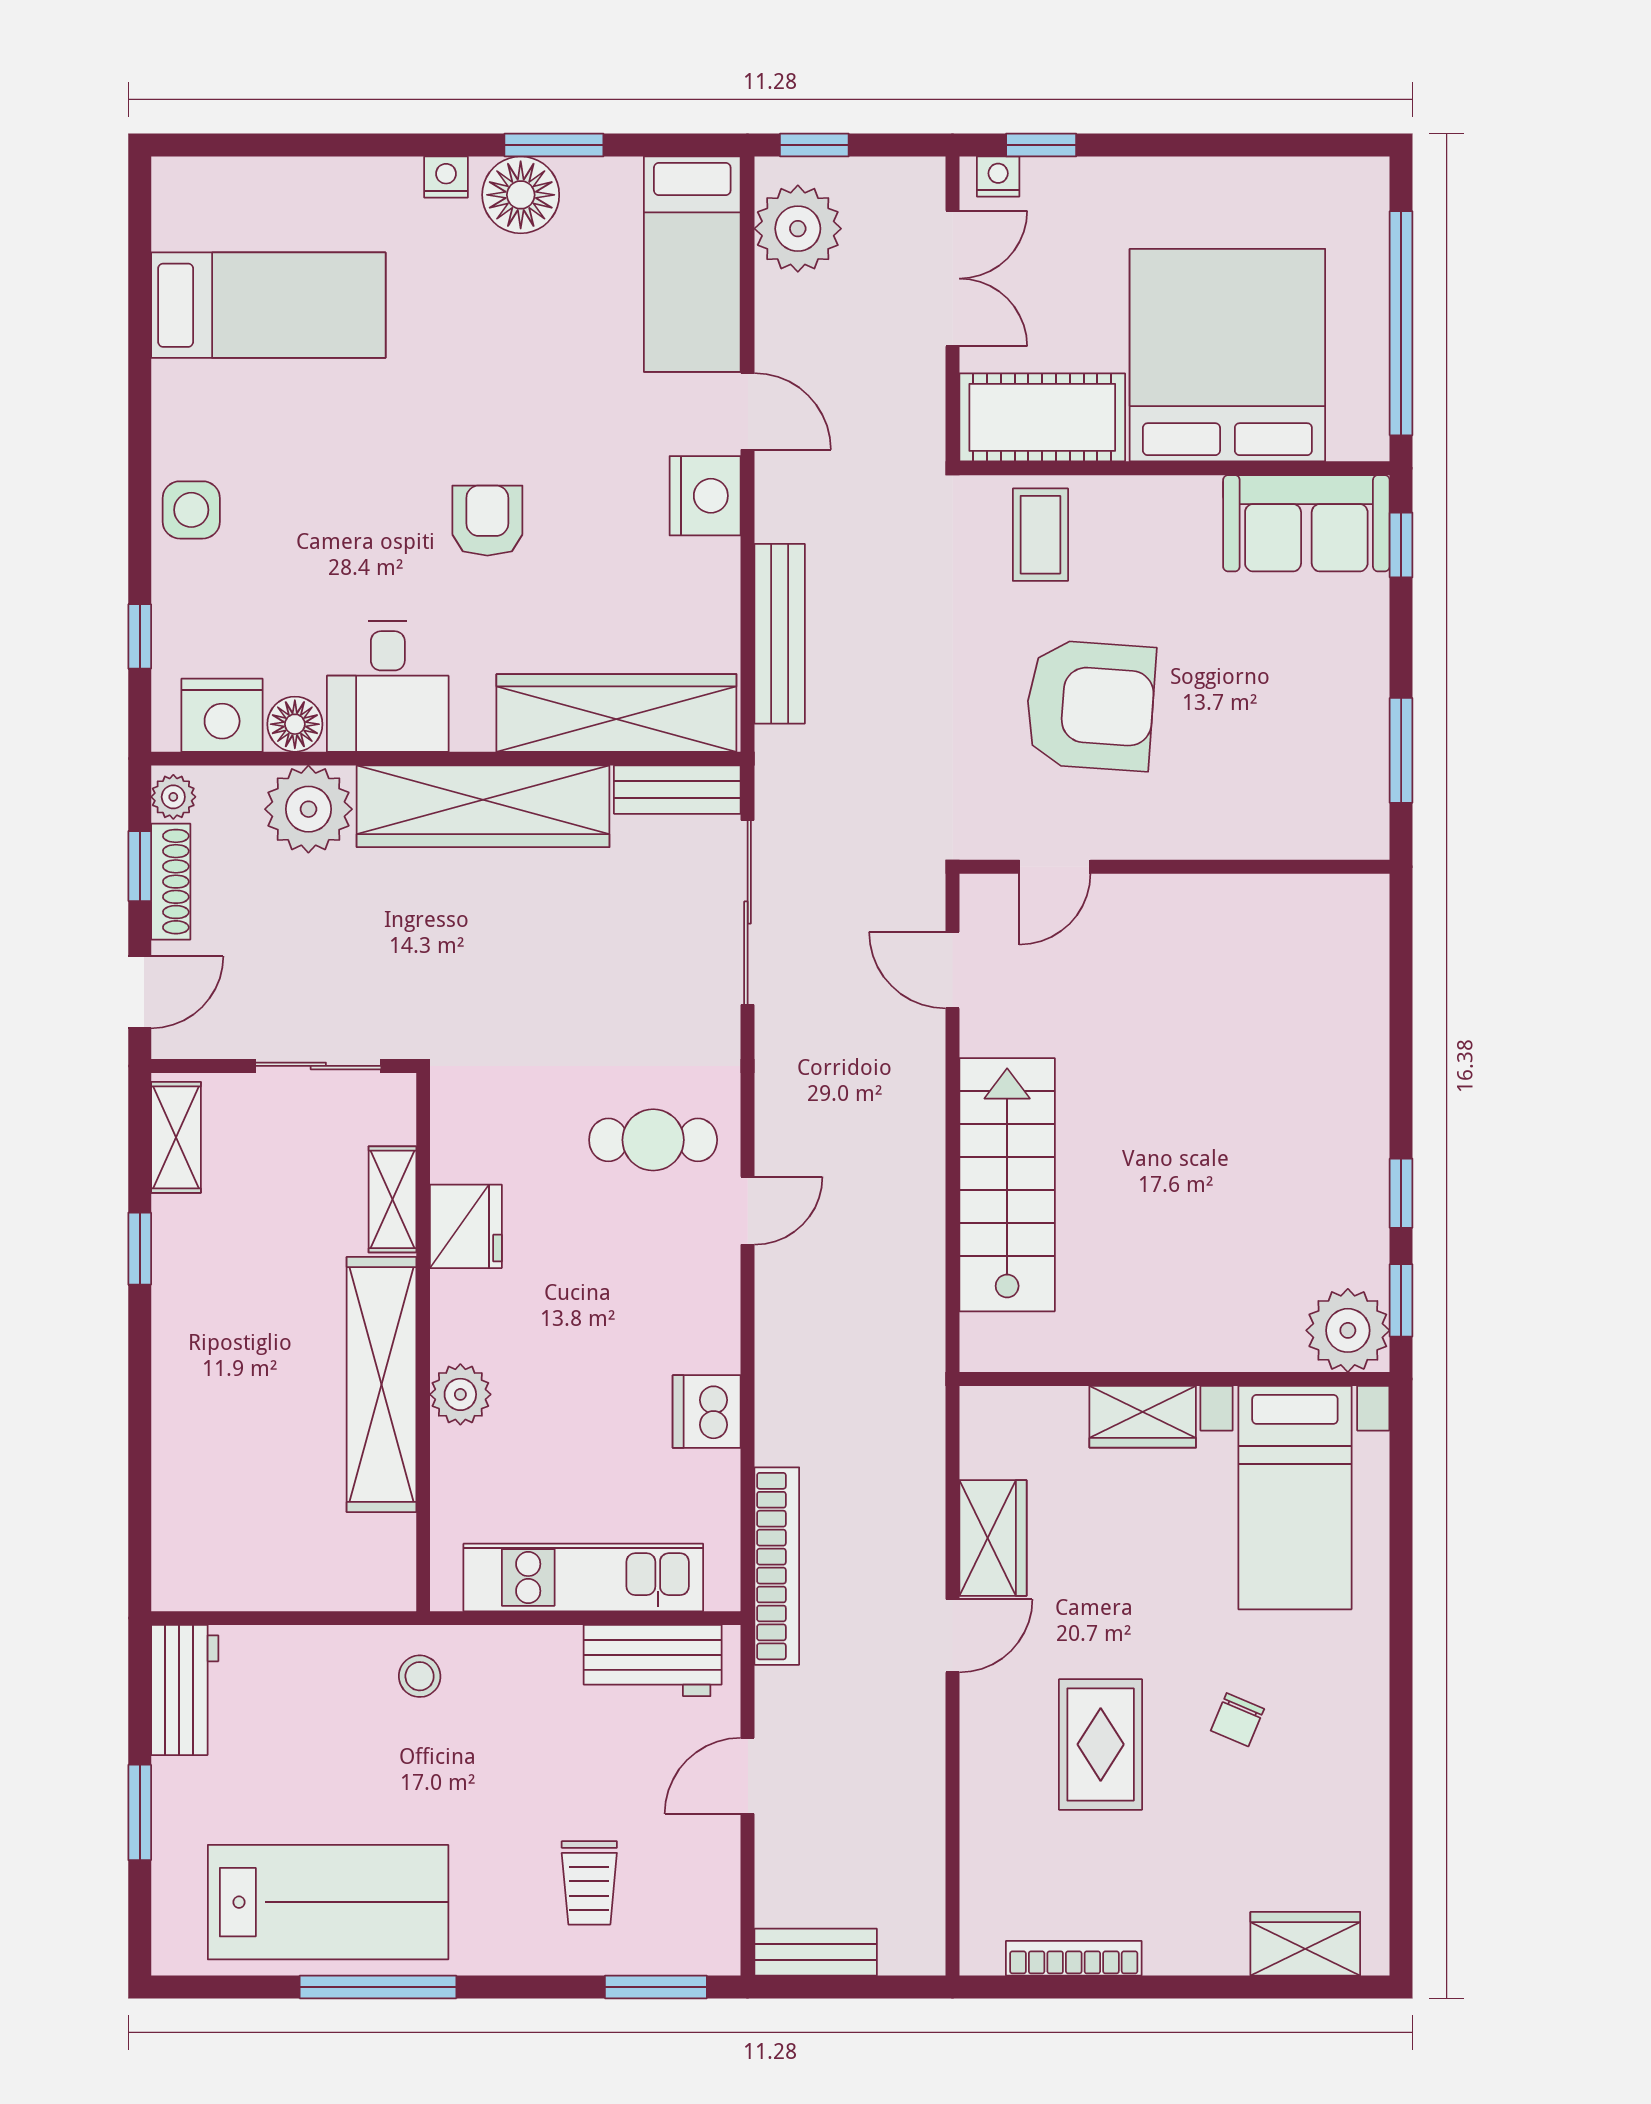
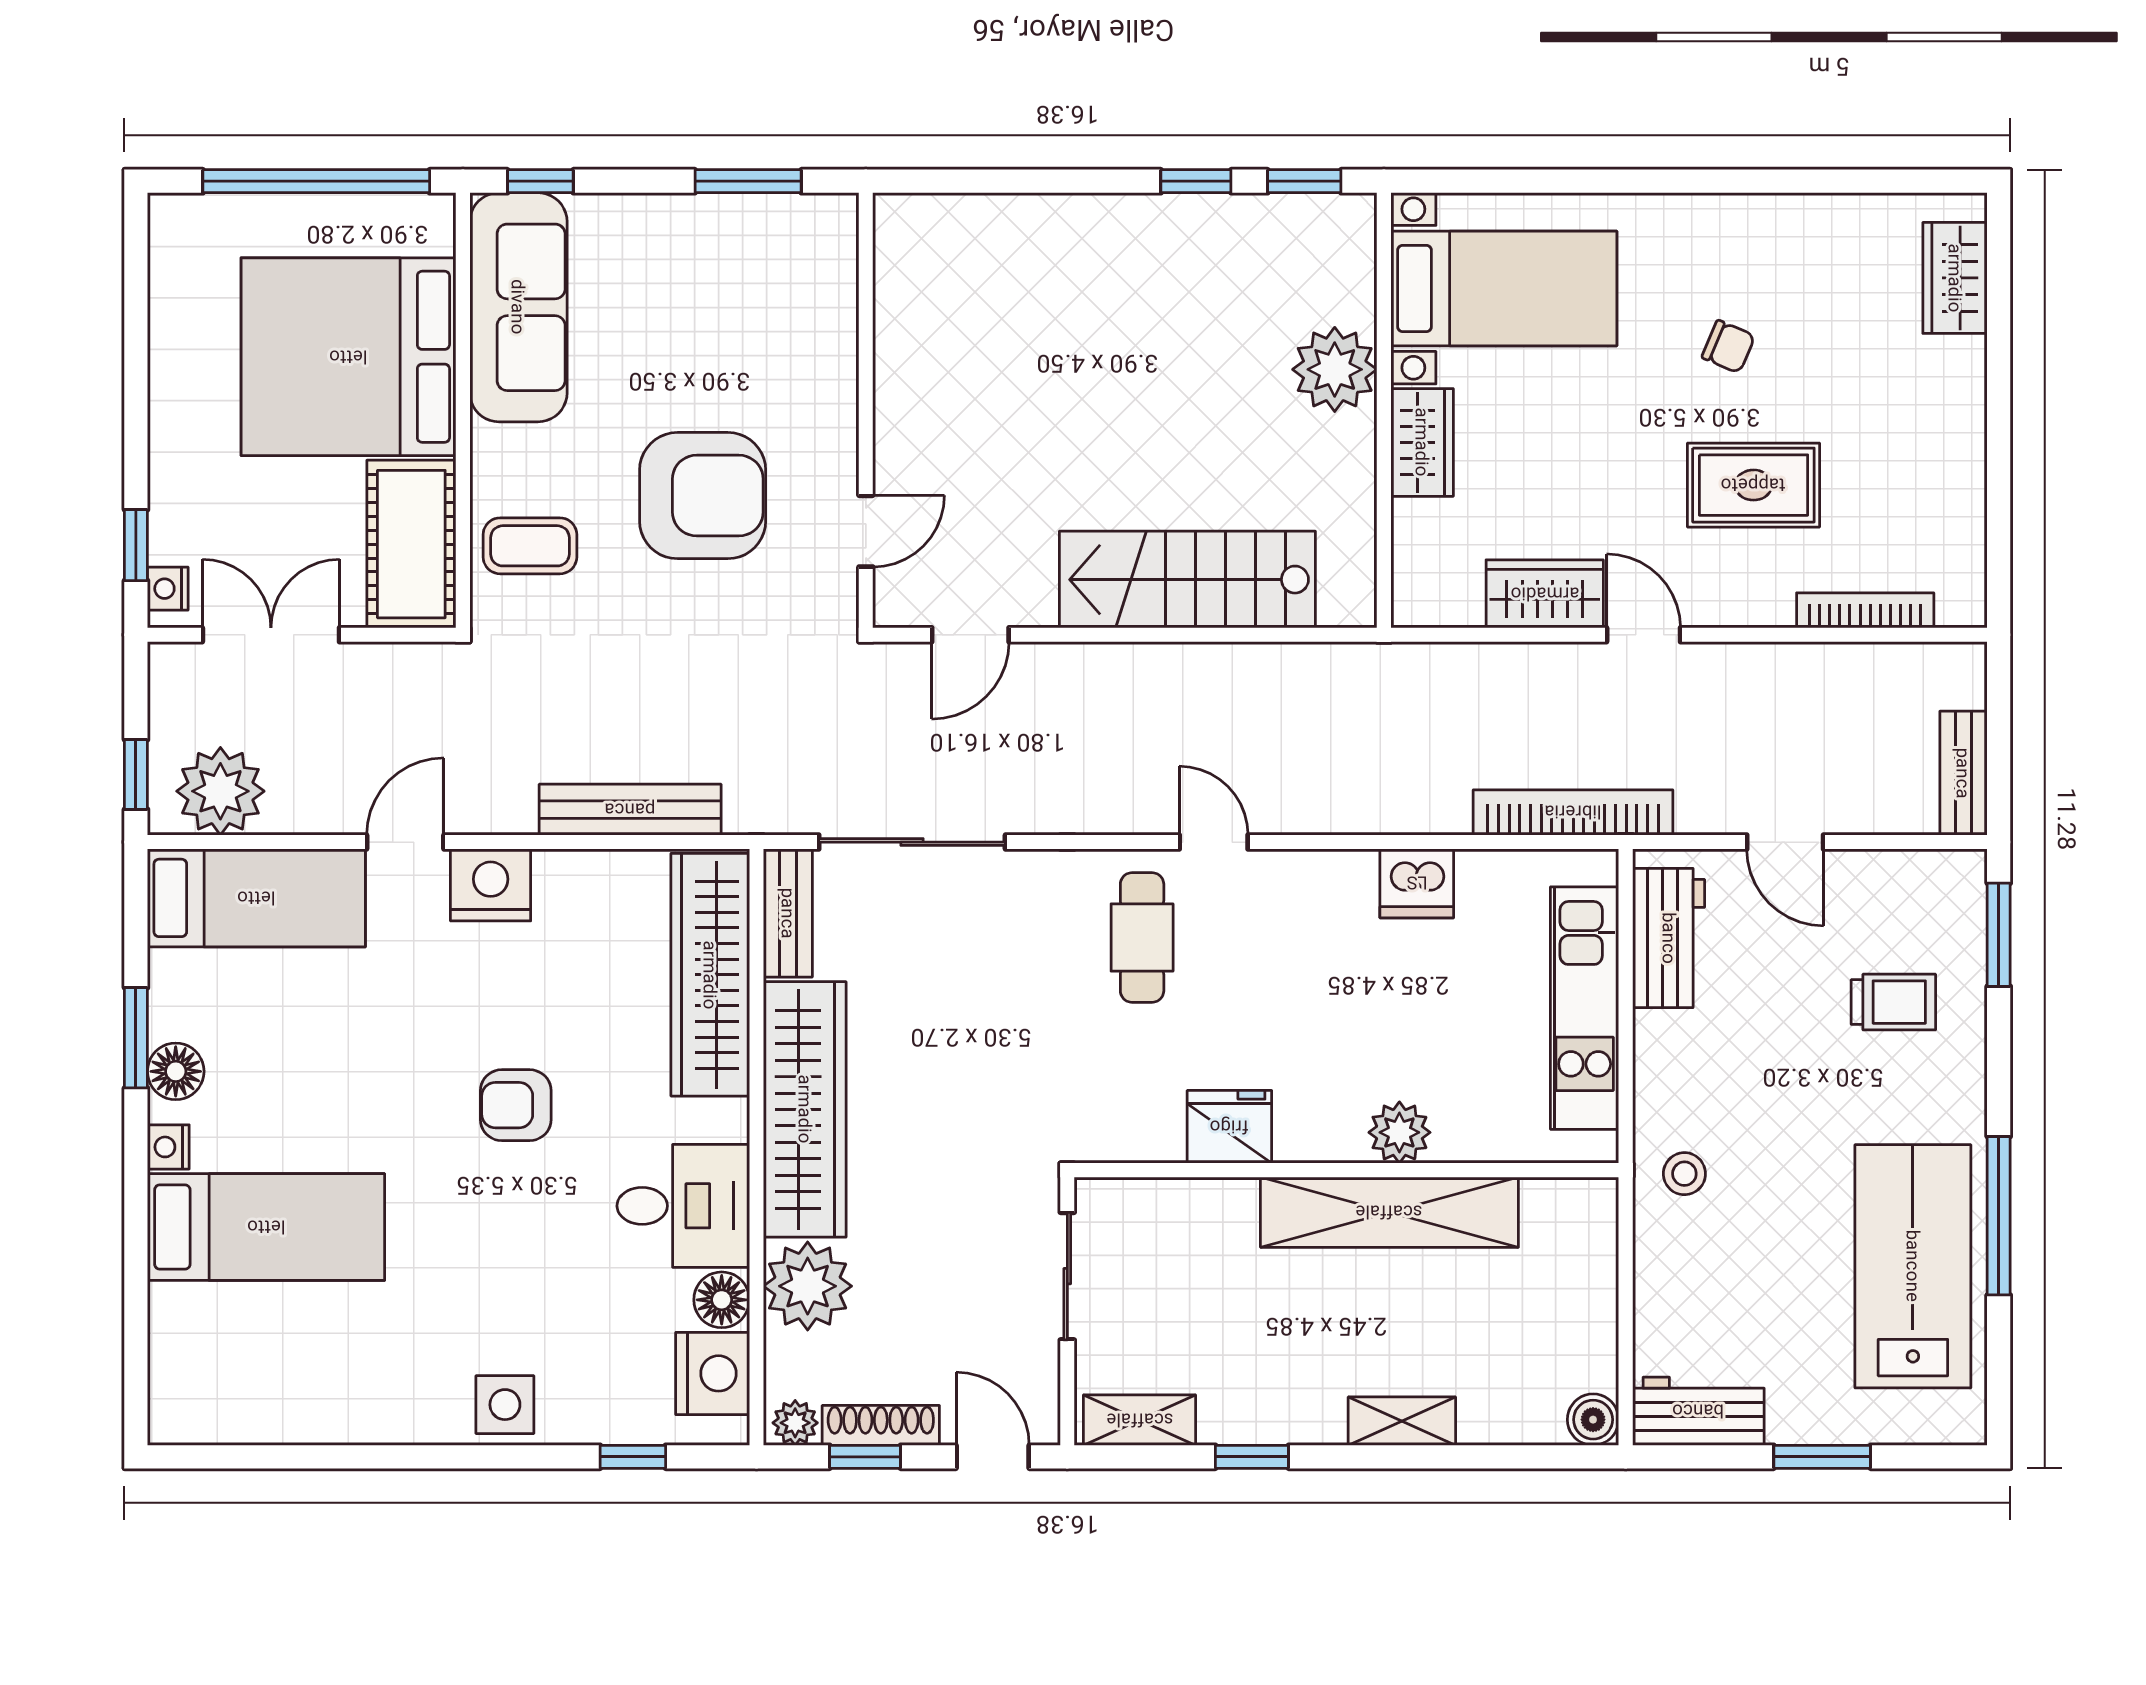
floor lamp: (521, 195) -> (176, 1071), width x0.73, depth x0.73
bed: (268, 305) -> (266, 1227), moved, turned 90
sofa: (1306, 523) -> (518, 307), width x1.36
armchair: (1090, 705) -> (703, 496), turned 86
door: (1055, 867) -> (866, 531), hinge flipped
shelving: (392, 1199) -> (1402, 1421), moved
plant: (1348, 1330) -> (1335, 369), moved
boiler: (176, 1586) -> (1593, 1420), added
bookcase: (1074, 1958) -> (1865, 610), moved, turned 90

